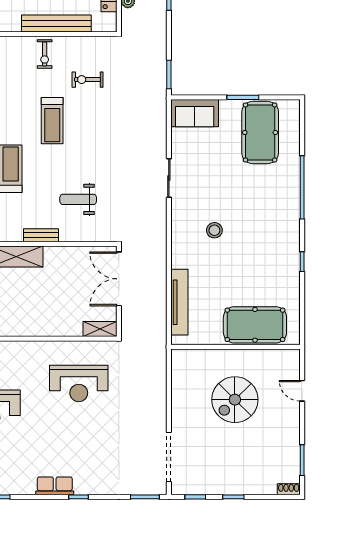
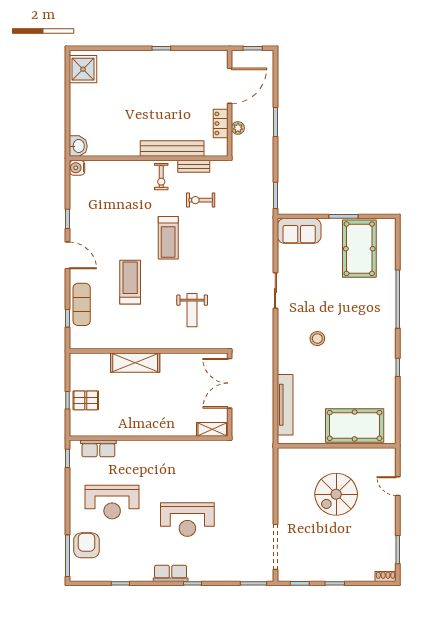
weight bench: (78, 199) -> (192, 310), turned -90
bench: (41, 235) -> (194, 166), moved
reception desk: (79, 383) -> (187, 520), moved

